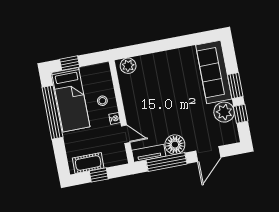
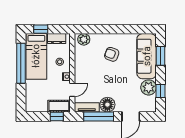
dresser: (93, 71) -> (57, 39), added
armchair: (168, 78) -> (112, 54), added
window: (235, 86) -> (161, 56), moved
door: (126, 134) -> (72, 90), hinge flipped
cot: (88, 163) -> (59, 106), moved
window: (99, 175) -> (57, 116), moved

